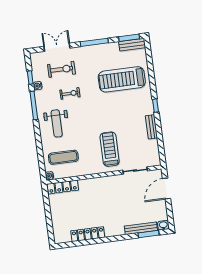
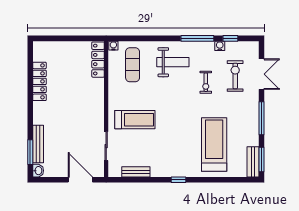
exercise bike: (61, 69) -> (235, 76), turned 180
weight bench: (57, 123) -> (173, 62), turned 180
bench: (151, 127) -> (136, 172), moved

